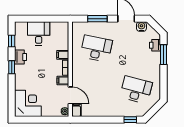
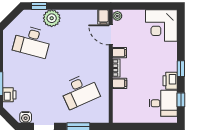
desk: (39, 34) -> (163, 103), moved, turned -90
desk: (96, 48) -> (80, 91), turned -36
plant: (120, 109) -> (52, 18), added

